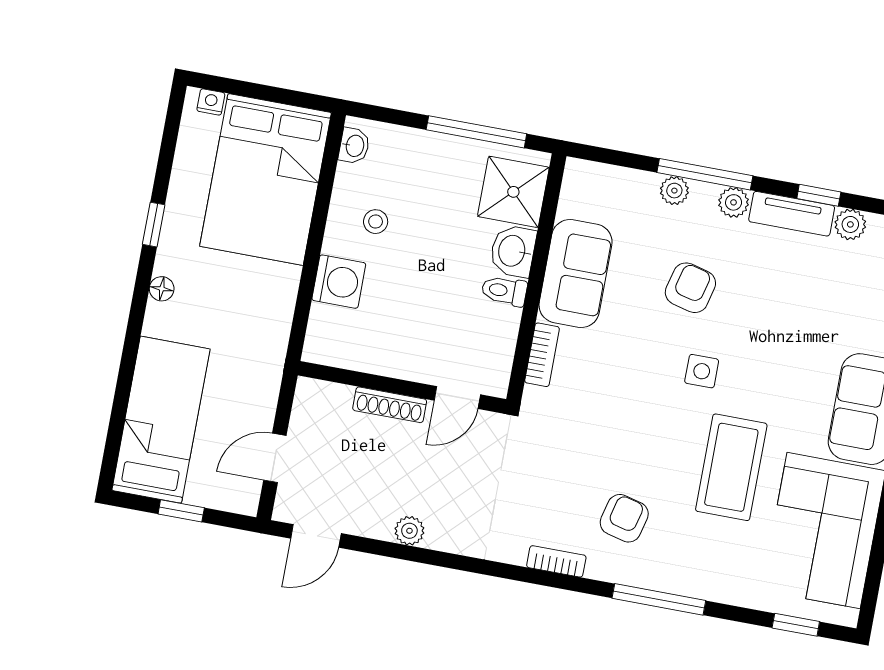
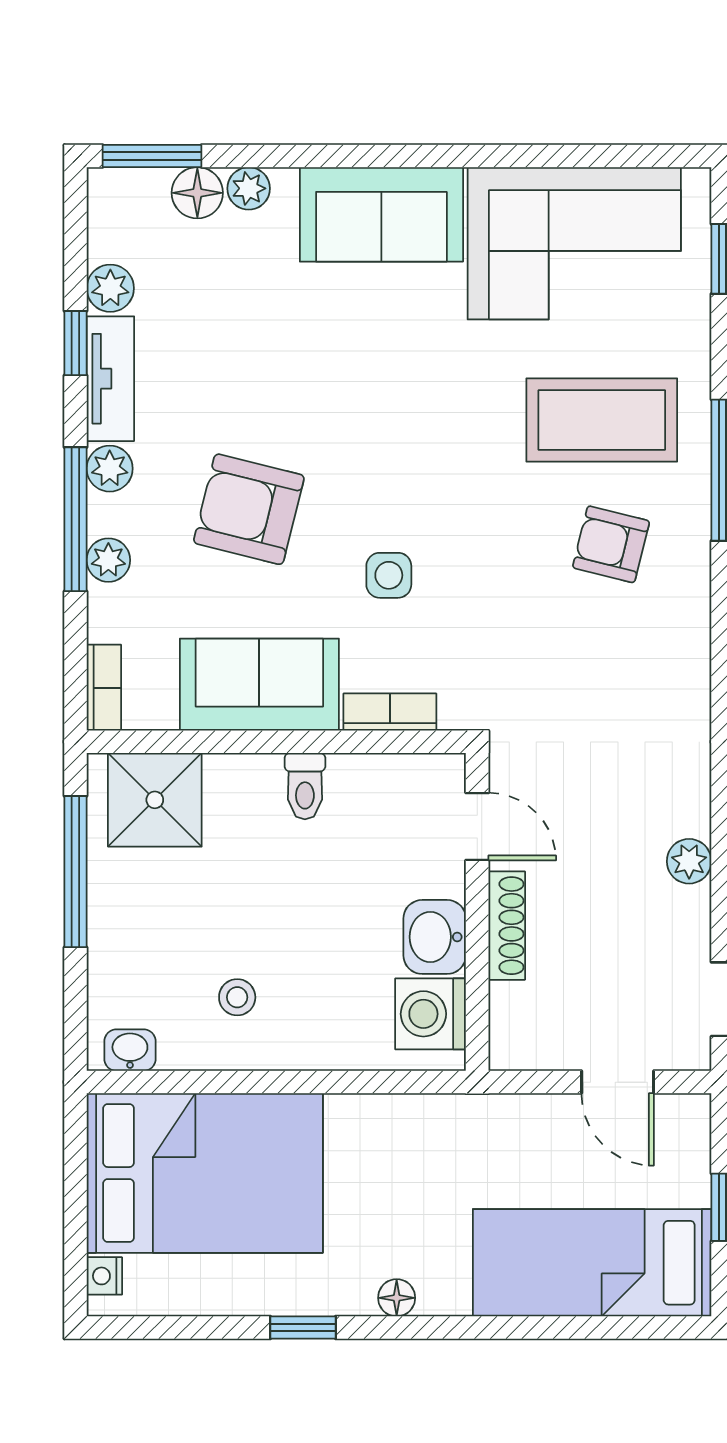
washbasin: (513, 251) -> (435, 937), moved, turned 90
washing machine: (339, 282) -> (431, 1014), moved, turned -90
armchair: (690, 288) -> (249, 509), width x1.38, depth x1.38
side table: (702, 371) -> (389, 575), moved
coffee table: (731, 467) -> (602, 420), moved
bookcase: (556, 561) -> (104, 688), moved, turned 180

